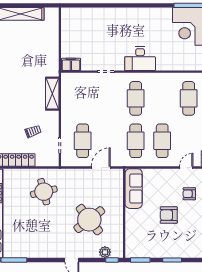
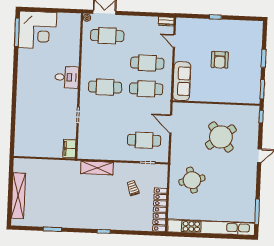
desk: (140, 59) -> (67, 77), width x0.73
sofa: (134, 189) -> (182, 81), moved, turned 90
armchair: (189, 194) -> (200, 39), removed
plant: (105, 252) -> (253, 123), removed

